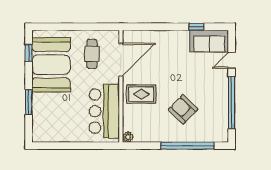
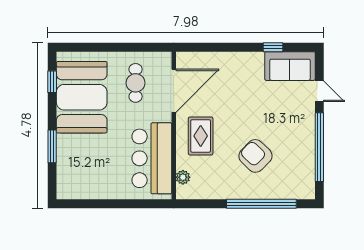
door: (232, 60) -> (319, 91), swing flipped
rug: (141, 94) -> (201, 136), turned 90
plant: (128, 137) -> (183, 177), moved

